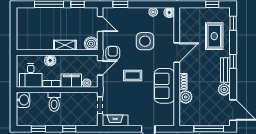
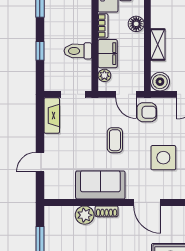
toilet: (54, 102) -> (78, 51), moved

